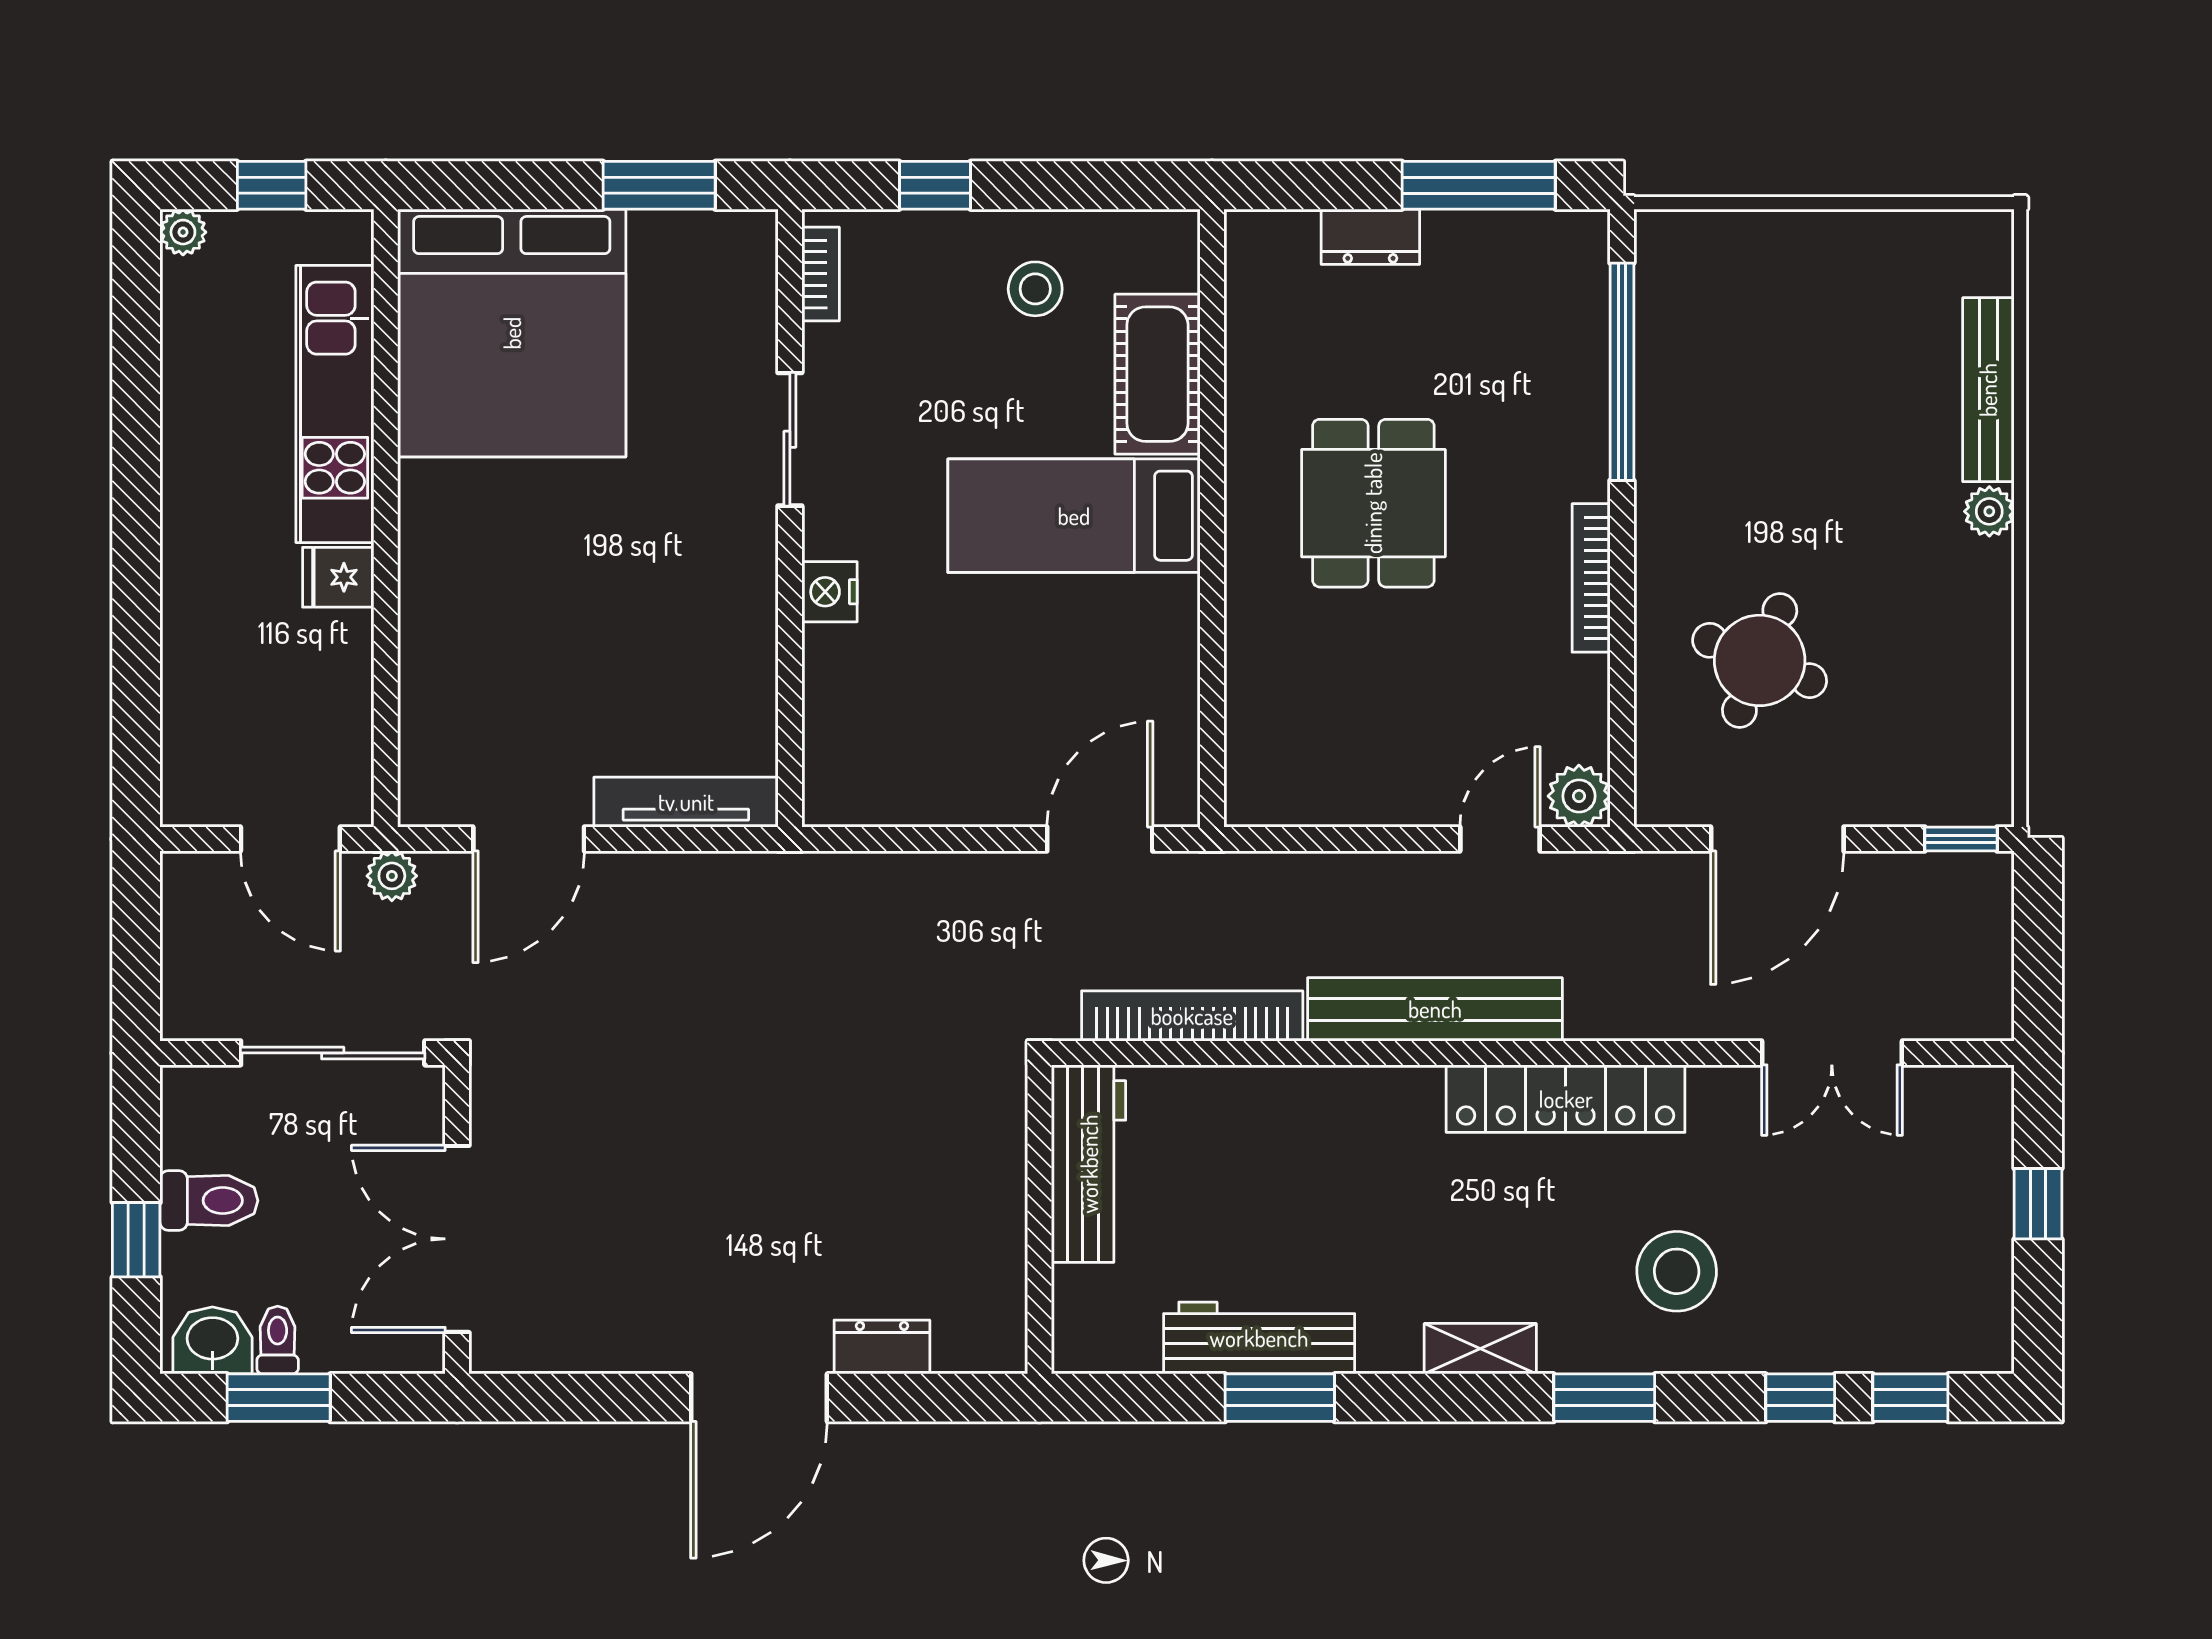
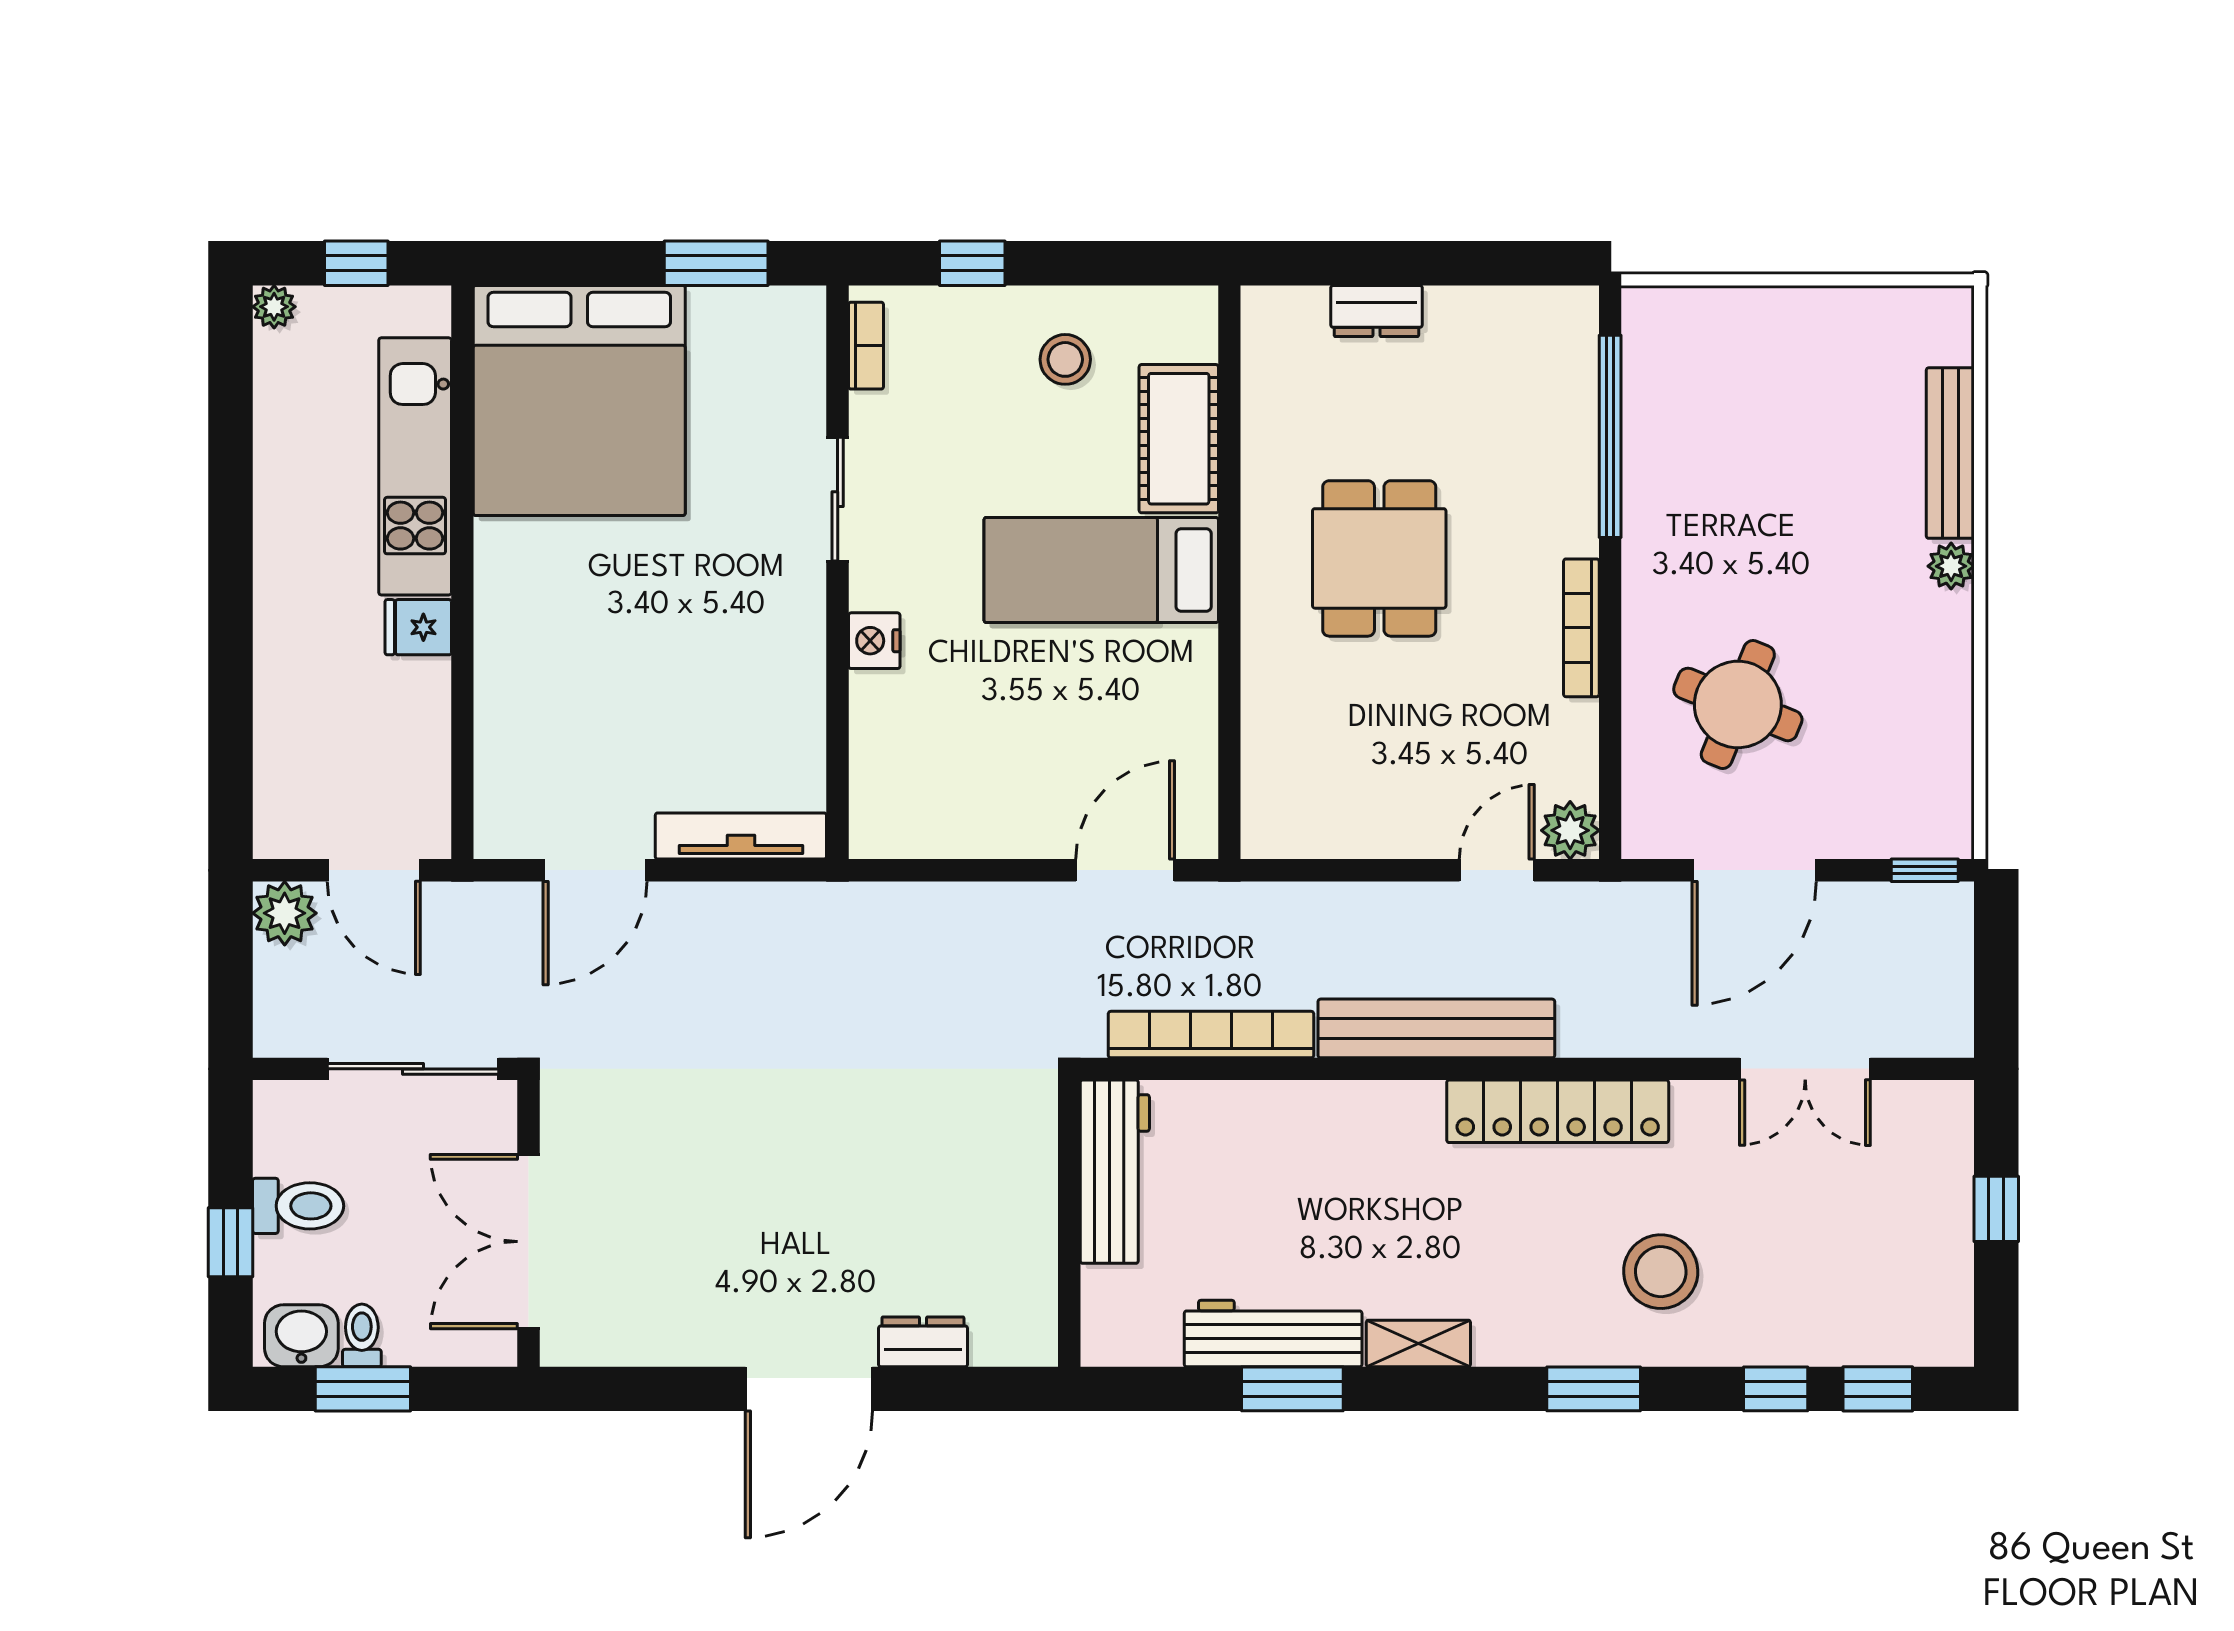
window: (1479, 185) -> (1477, 263), removed
plant: (392, 876) -> (285, 913), moved, width x1.38, depth x1.38
shelving: (1480, 1349) -> (1418, 1343), moved

